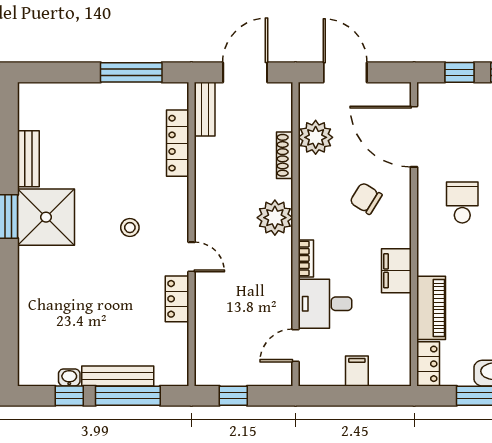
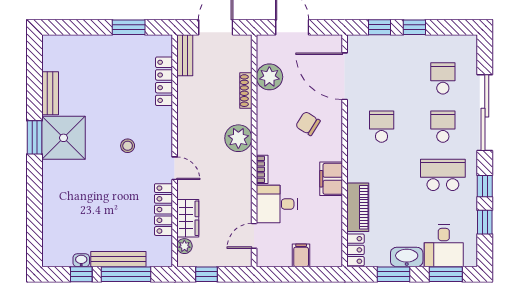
window: (131, 72) -> (129, 27), width x0.69
locker: (177, 299) -> (164, 210), width x1.53
wardrobe: (209, 322) -> (188, 218), added
plant: (204, 359) -> (184, 246), added

